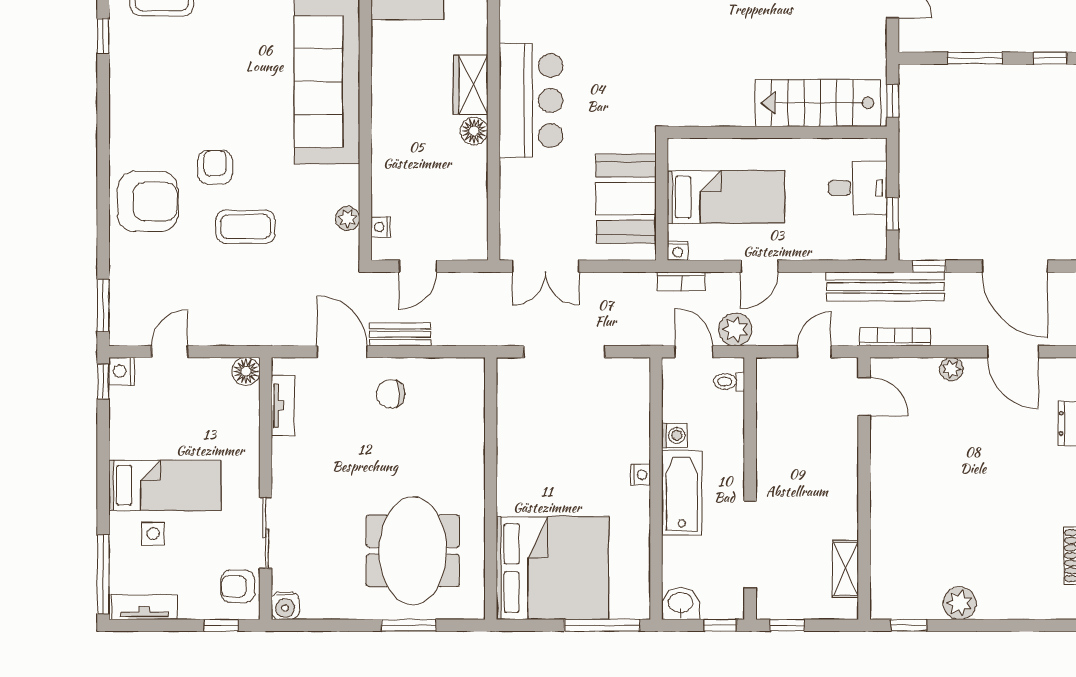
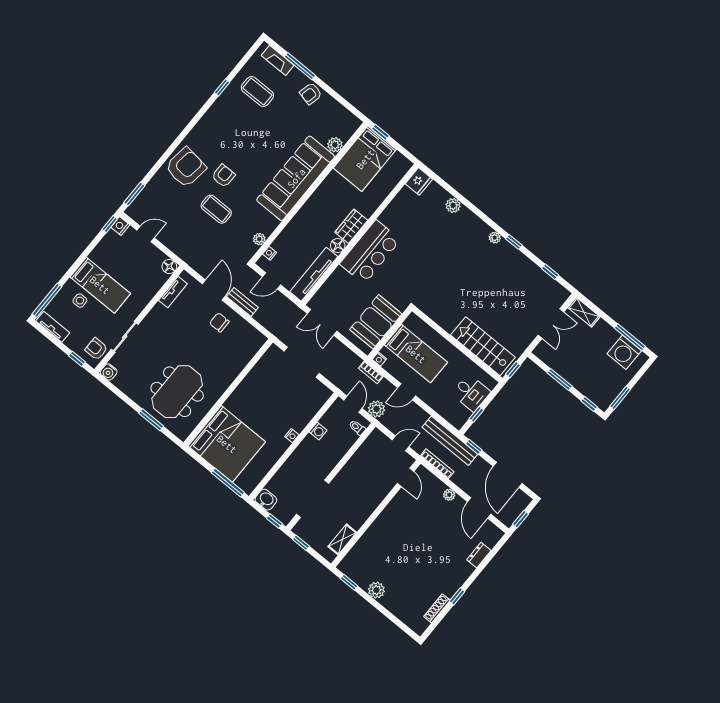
armchair: (148, 201) -> (186, 167), turned -83
tv unit: (473, 204) -> (314, 274), added
bathtub: (682, 493) -> (302, 456), removed

